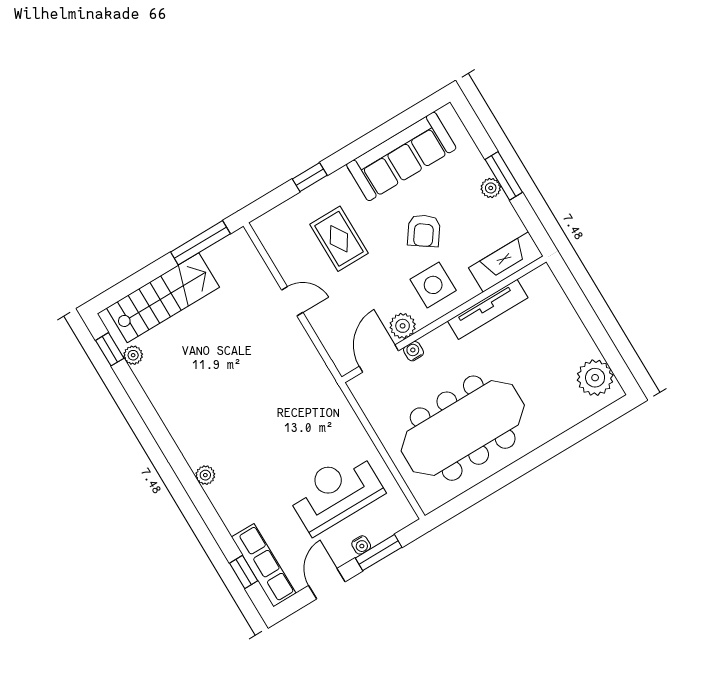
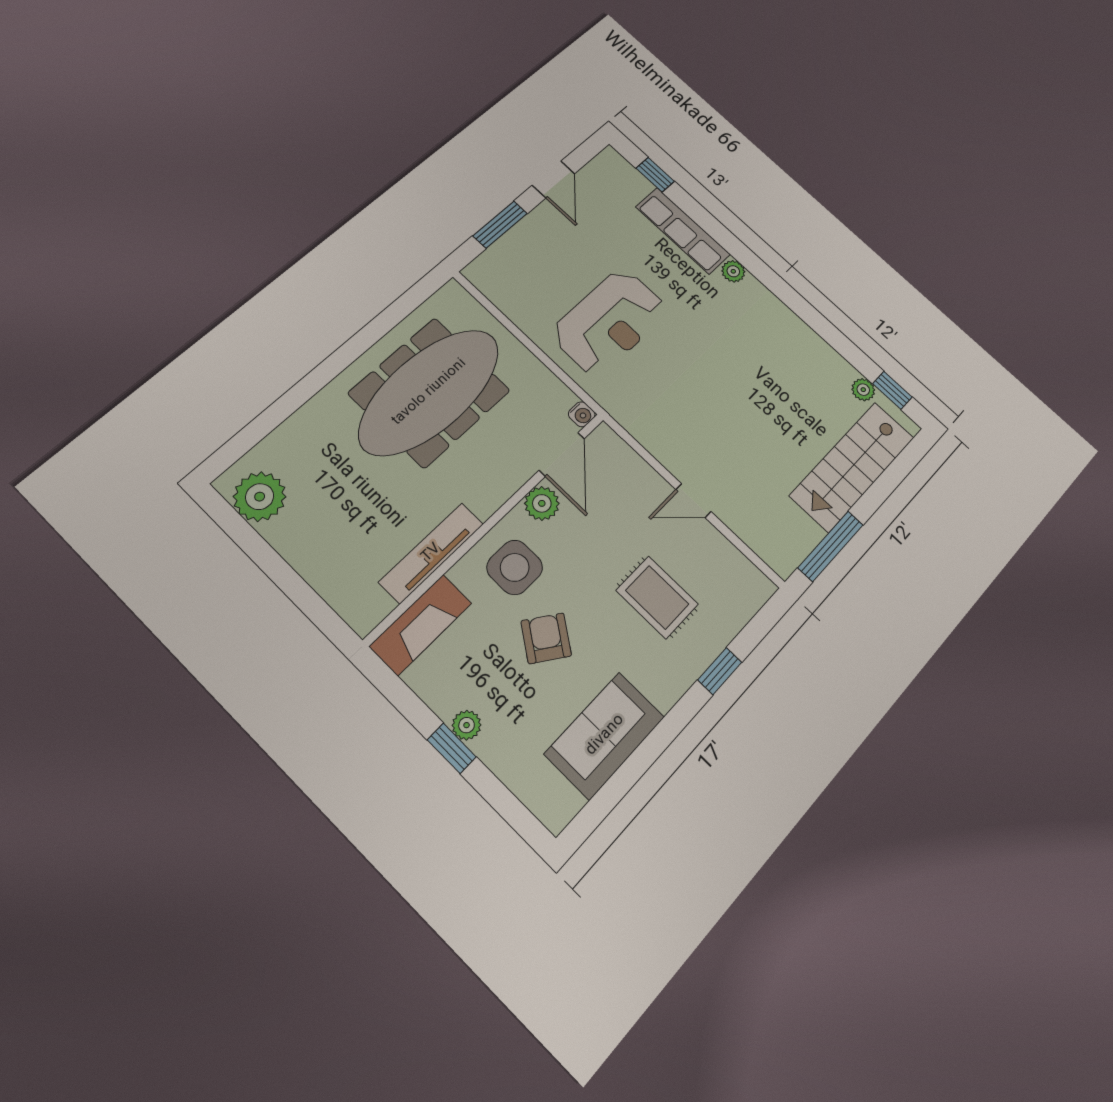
sofa: (401, 156) -> (605, 735), width x0.73
window: (504, 176) -> (452, 748), width x0.67
water cooler: (414, 351) -> (582, 414), moved
reception desk: (335, 492) -> (609, 322), moved
water cooler: (361, 545) -> (524, 229), removed
row of seats: (264, 565) -> (683, 231), moved

